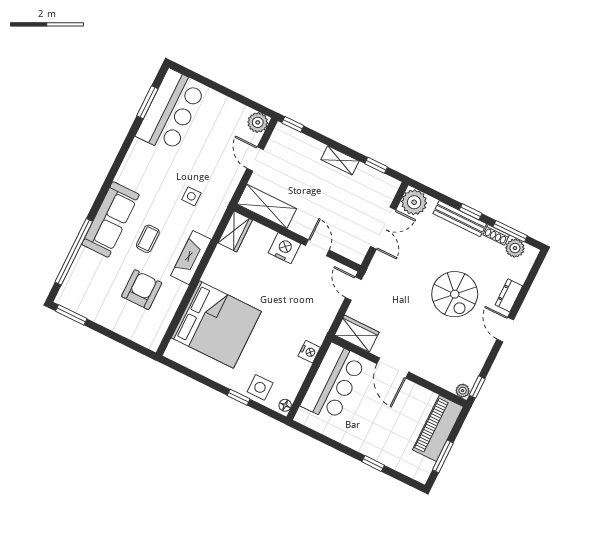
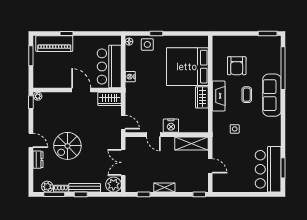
plant: (258, 122) -> (219, 186), removed
wardrobe: (235, 231) -> (202, 97), moved
spiral stairs: (455, 294) -> (67, 146), turned -90
piano: (438, 428) -> (54, 44), moved, turned 90

